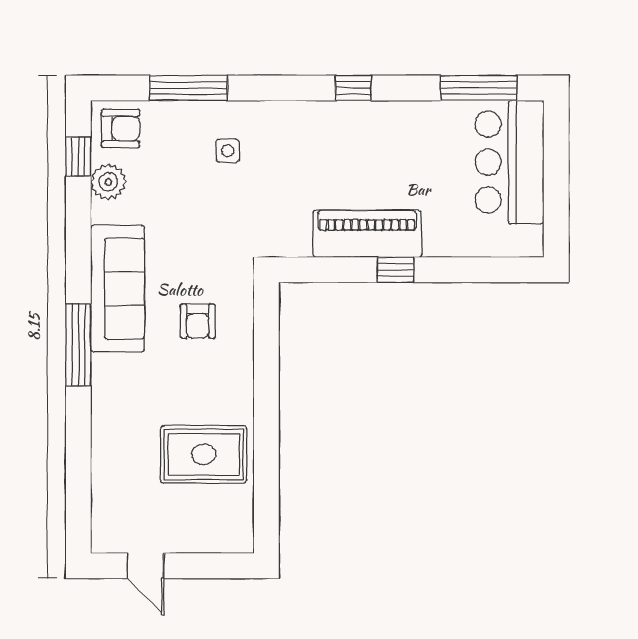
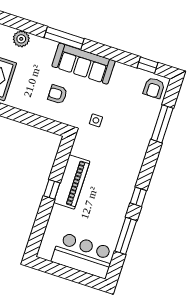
window: (479, 88) -> (126, 236), moved
side table: (228, 151) -> (96, 120), moved
plant: (108, 182) -> (21, 39), moved

